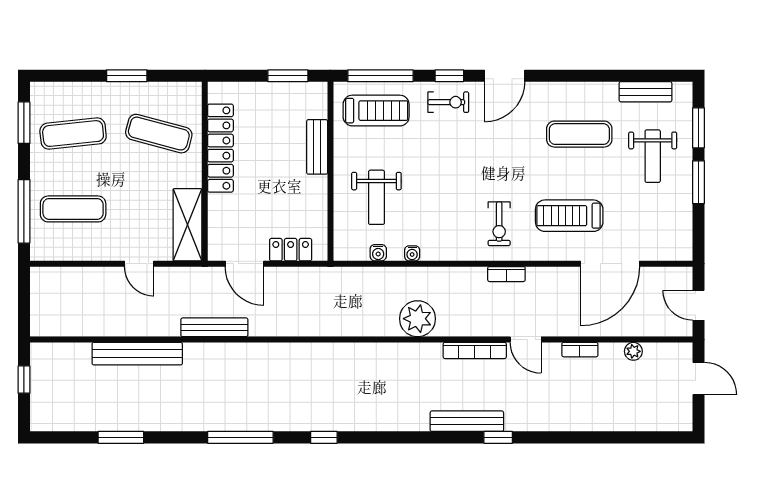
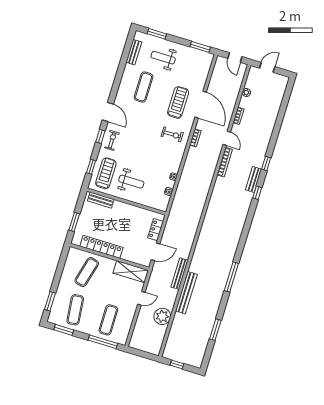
window: (127, 76) -> (50, 301), moved
window: (288, 76) -> (74, 222), moved
window: (380, 76) -> (91, 167), width x0.46
bench: (317, 147) -> (101, 200), moved
weight bench: (653, 156) -> (163, 58), turned 180
window: (698, 182) -> (200, 47), moved
weight bench: (376, 197) -> (131, 182), moved
treadmill: (569, 216) -> (178, 102), turned 180
door: (610, 264) -> (201, 105), moved
door: (698, 305) -> (235, 58), hinge flipped
plant: (418, 319) -> (162, 316), moved
door: (526, 340) -> (227, 138), hinge flipped
bench: (137, 354) -> (186, 293), moved
bench: (467, 421) -> (253, 179), width x0.73
window: (324, 437) -> (257, 193), moved

